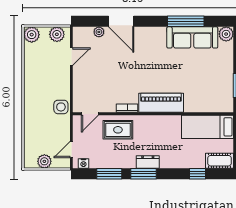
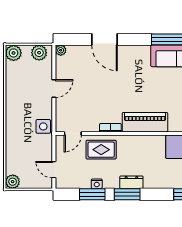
plant: (99, 32) -> (61, 50), moved
door: (71, 57) -> (54, 89), moved
door: (71, 149) -> (54, 170), hinge flipped
plant: (44, 161) -> (13, 182), moved
nightstand: (83, 163) -> (97, 184), moved

